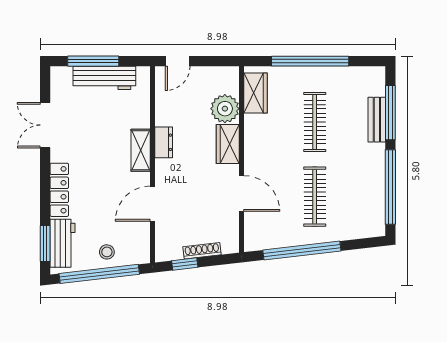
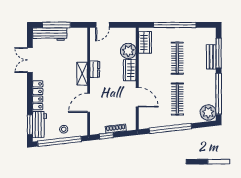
workbench: (104, 78) -> (50, 34), moved
plant: (371, 221) -> (208, 112), added

